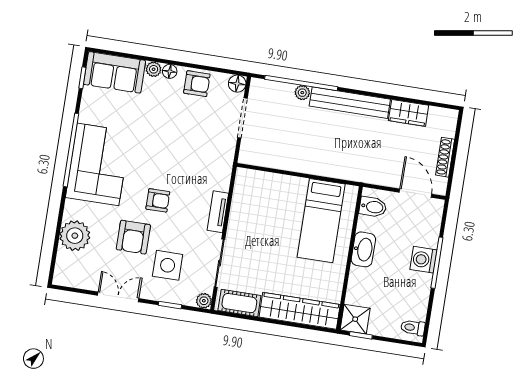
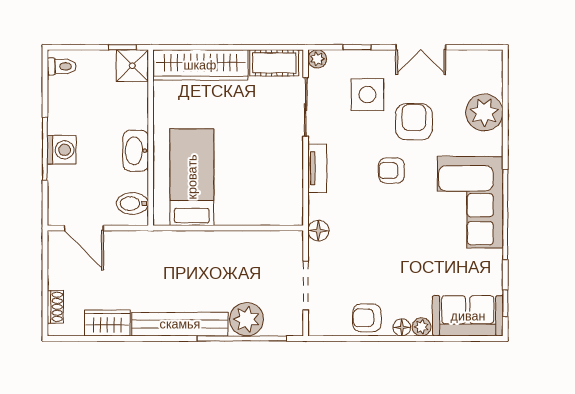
floor lamp: (237, 84) -> (318, 231), moved
plant: (302, 93) -> (247, 319), width x1.87, depth x1.87
shoe rack: (445, 157) -> (55, 307), moved, width x0.70

